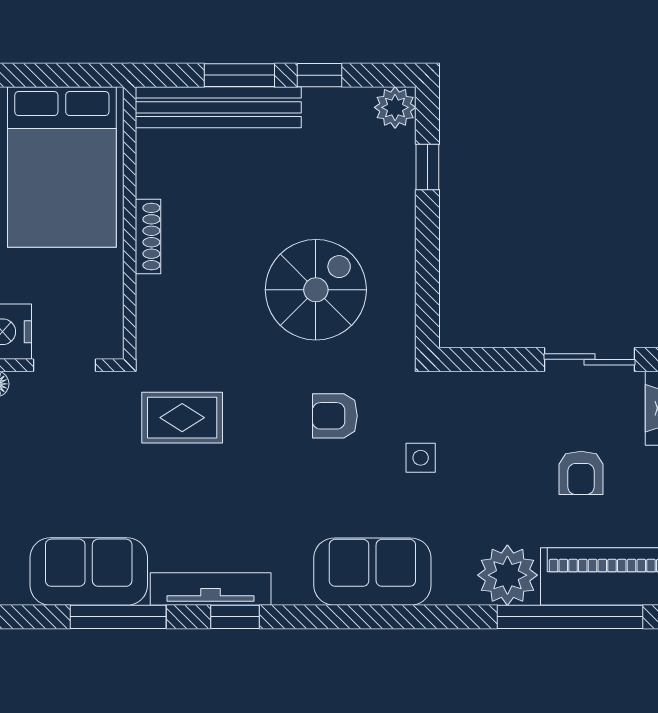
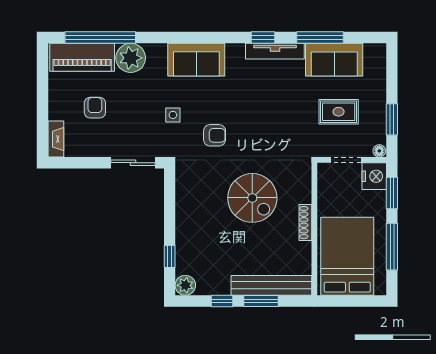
spiral stairs: (316, 290) -> (252, 198), moved, turned -90
sliding door: (589, 359) -> (133, 163), moved
rug: (182, 418) -> (339, 112), moved

